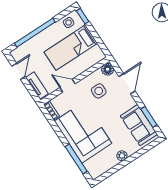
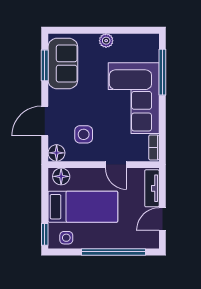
floor lamp: (96, 57) -> (61, 176), added

